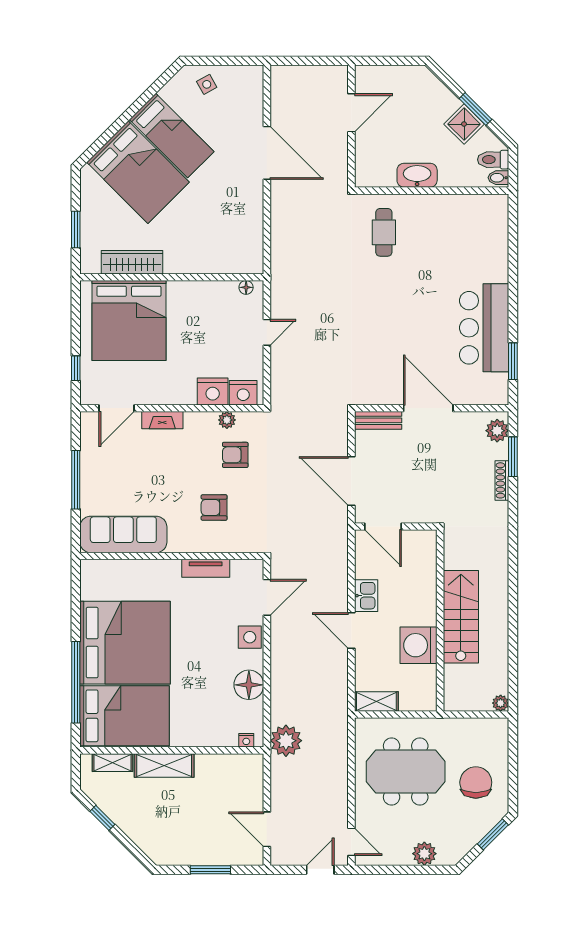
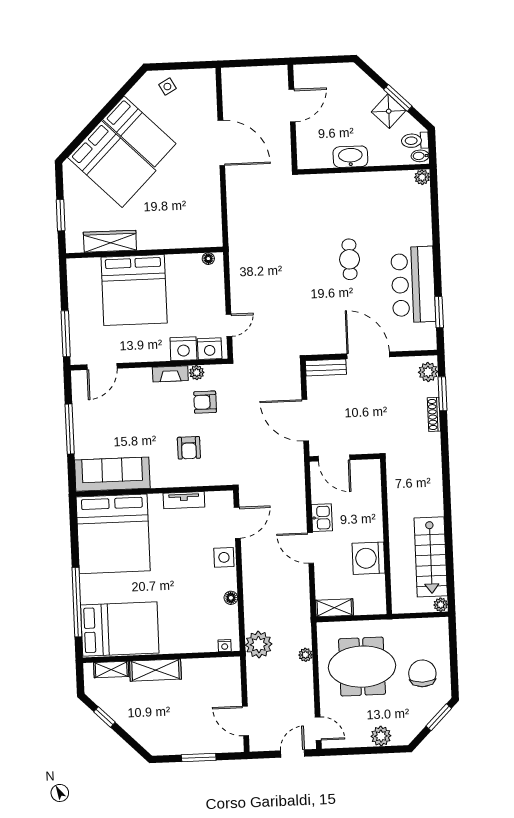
plant: (500, 203) -> (422, 177), added
cafe table: (384, 232) -> (350, 259), moved
bed: (129, 321) -> (134, 290), moved
door: (267, 332) -> (229, 325), moved
window: (76, 368) -> (66, 334), width x2.17
fireplace: (162, 420) -> (170, 374), moved
armchair: (214, 508) -> (189, 448), turned -90
stairs: (461, 617) -> (431, 557), moved, turned 180
bed: (125, 643) -> (113, 534), moved, turned 90
floor lamp: (249, 685) -> (231, 598), width x0.53, depth x0.53
plant: (340, 755) -> (305, 655), added

